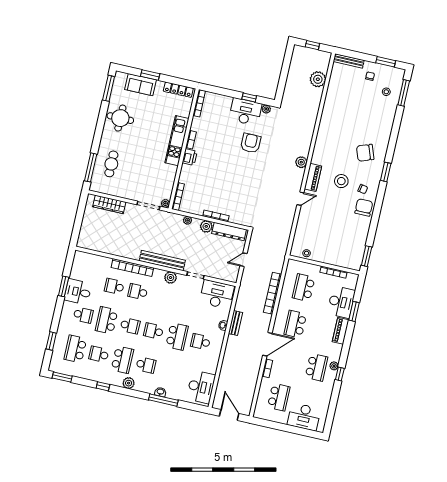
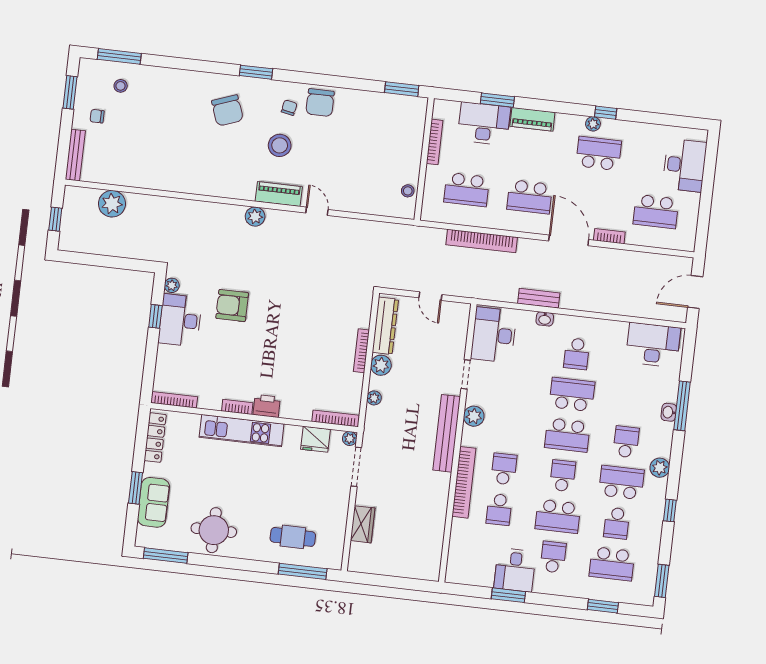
fridge: (167, 183) -> (315, 439), added
wardrobe: (109, 204) -> (363, 524), width x0.67
chair: (364, 207) -> (320, 103), turned -90
school desk: (138, 292) -> (504, 469), turned 180
school desk: (154, 331) -> (567, 435), width x1.85
school desk: (279, 397) -> (656, 211), turned 180

